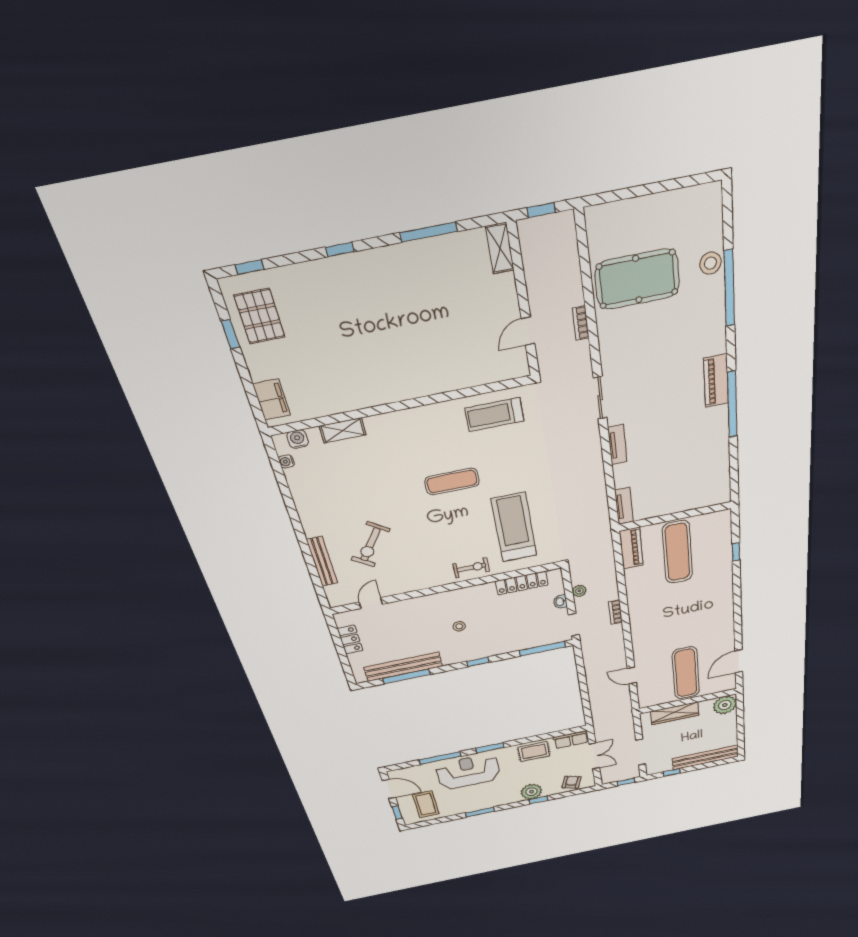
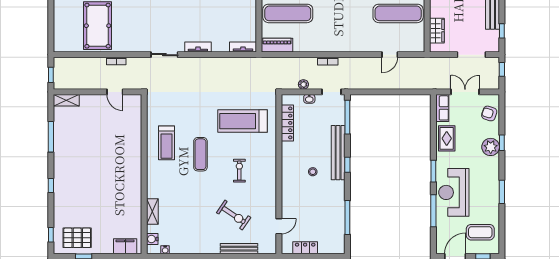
treadmill: (494, 415) -> (166, 143), moved
exercise bike: (471, 568) -> (239, 171), moved
door: (371, 603) -> (279, 226), swing flipped
bench: (403, 667) -> (338, 153), moved
wardrobe: (675, 713) -> (437, 31), width x0.67

